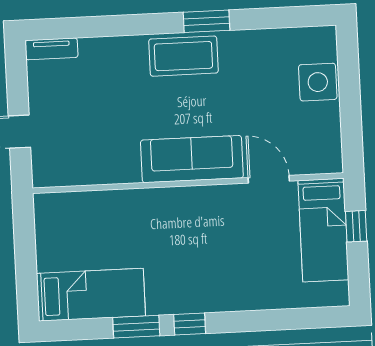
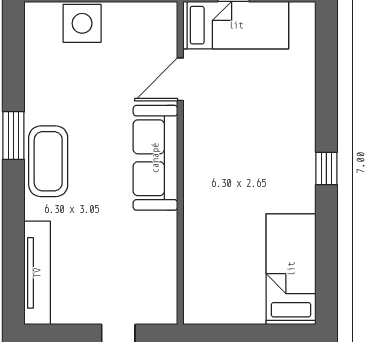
tv unit: (51, 49) -> (37, 273), width x1.92, depth x1.29
window: (136, 327) -> (326, 224), removed

